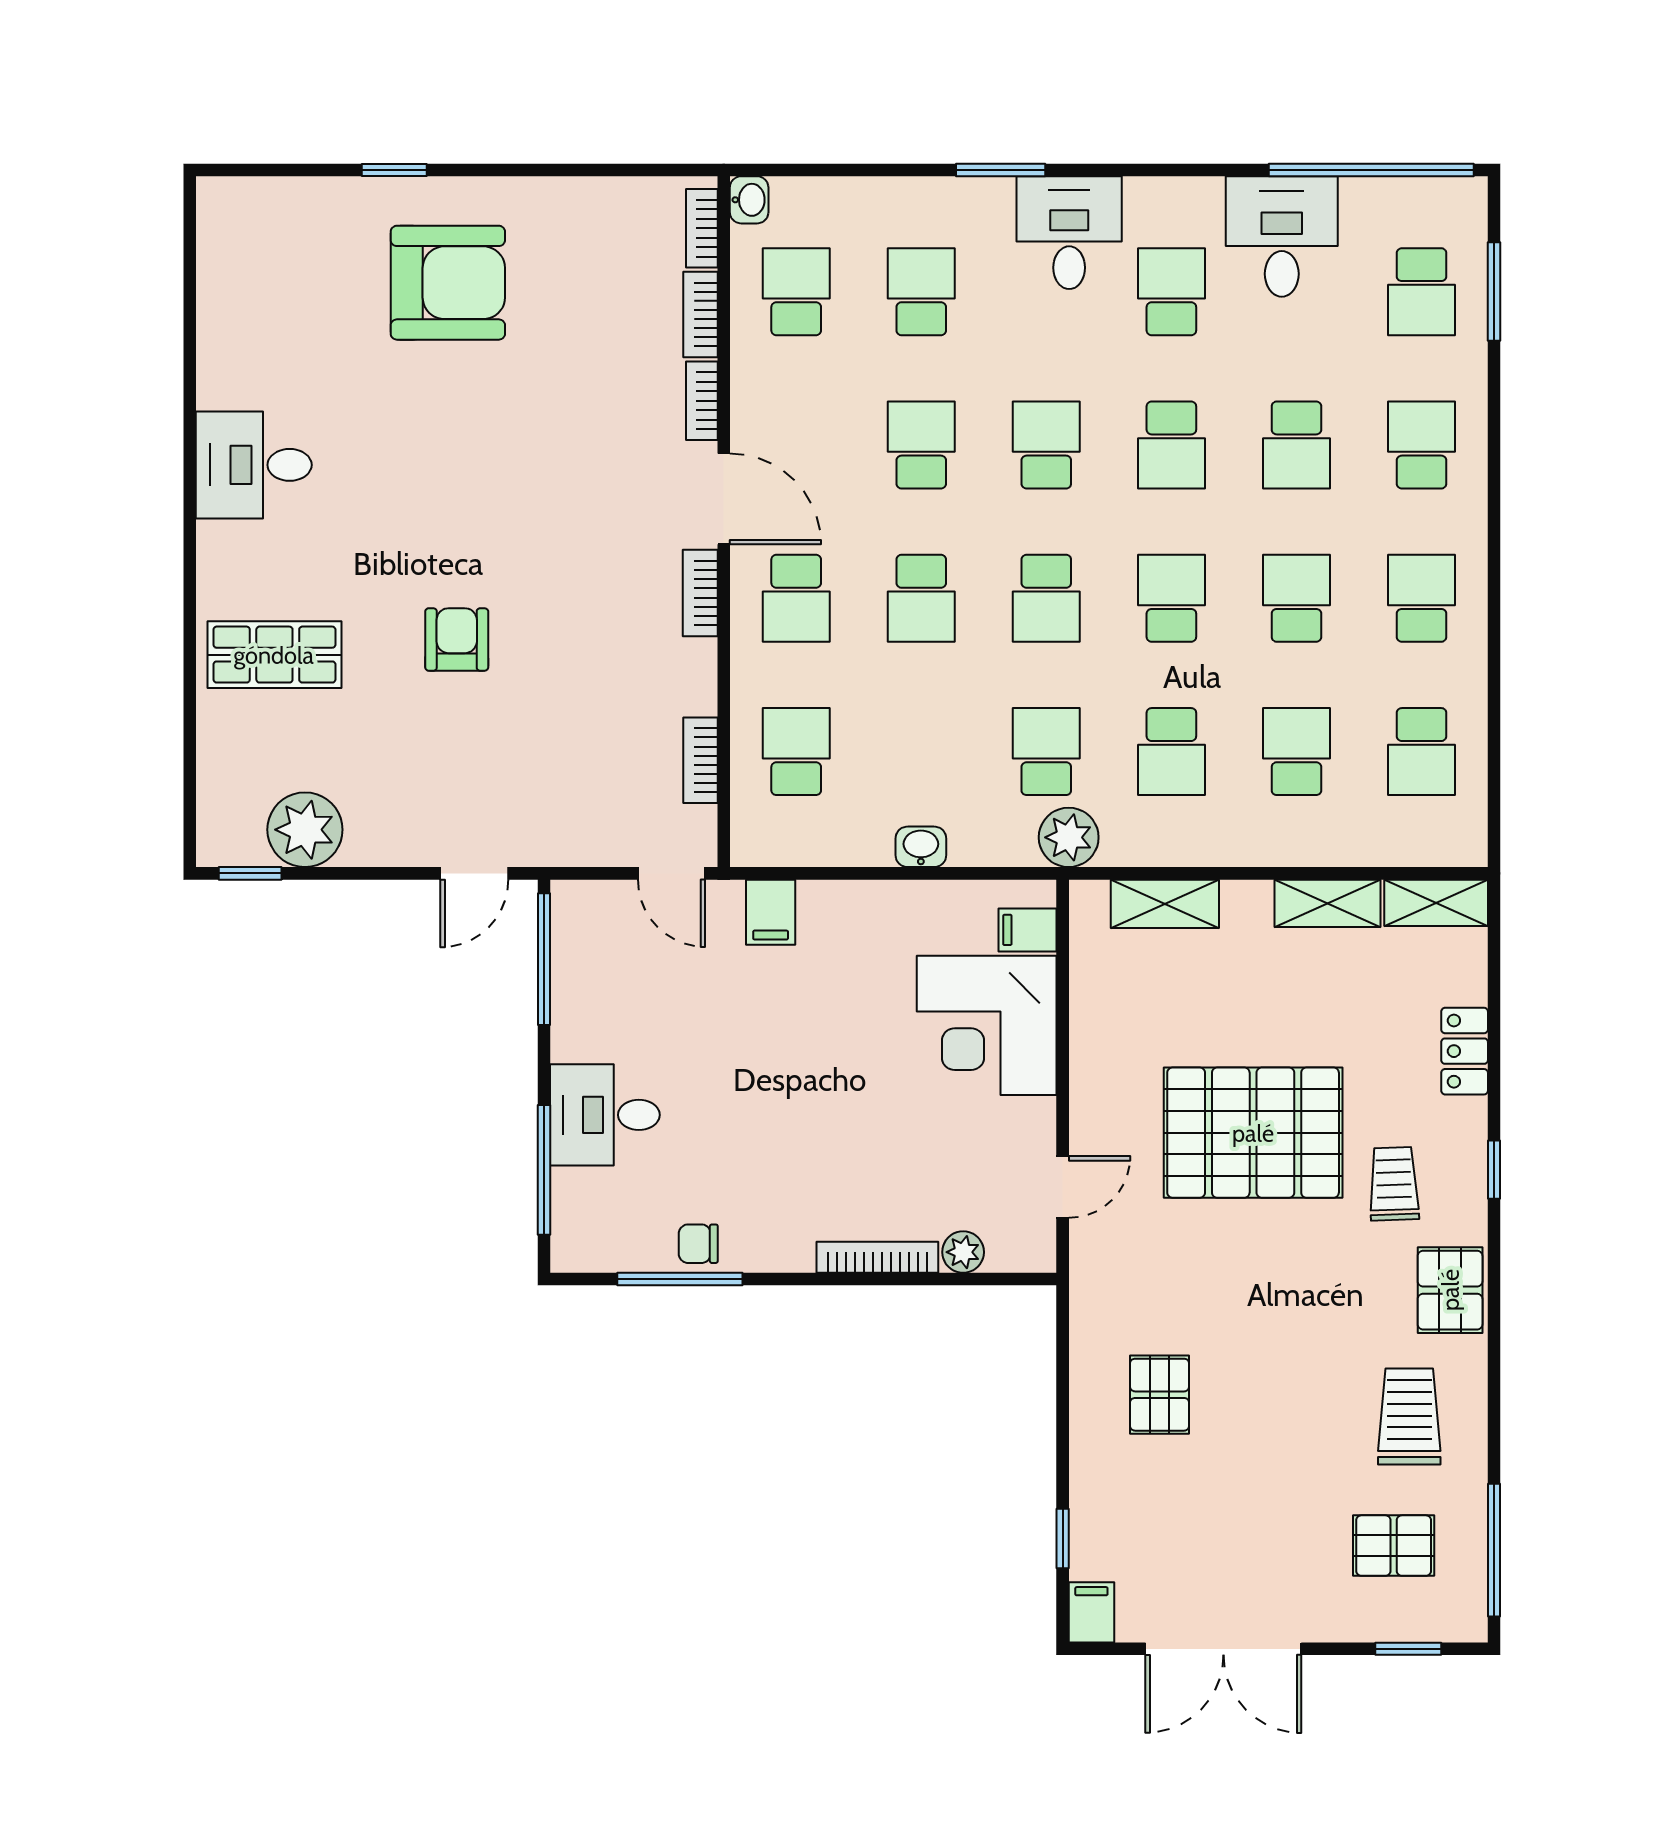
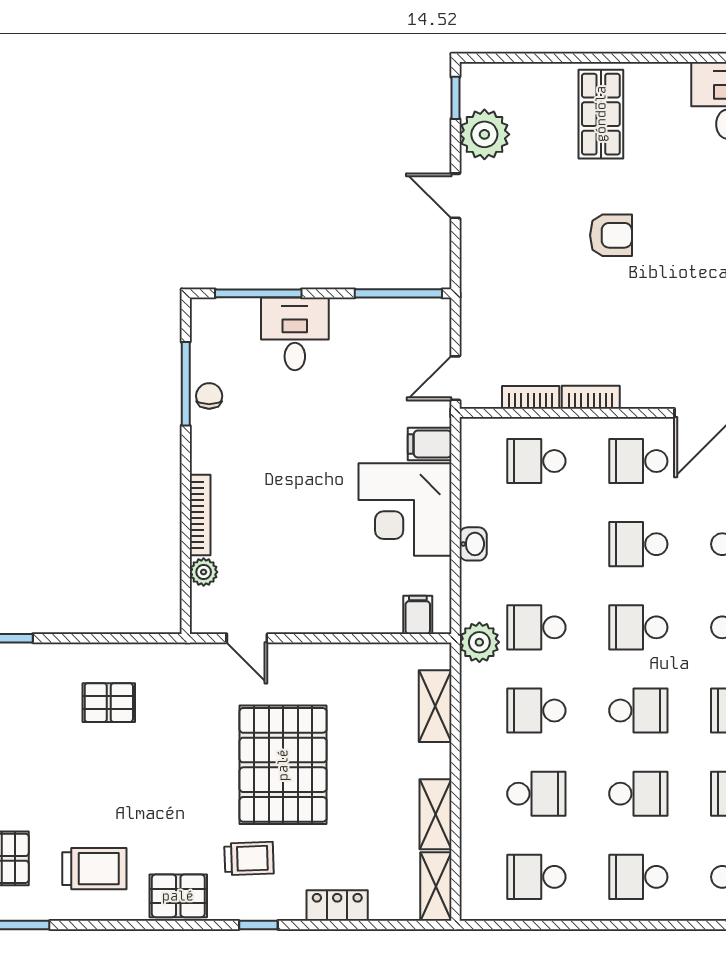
bookcase: (700, 593) -> (591, 397), moved
school desk: (1422, 598) -> (638, 877), turned 180
school desk: (796, 752) -> (536, 461), turned 180
school desk: (1046, 752) -> (536, 627), turned 180
door: (474, 873) -> (455, 196), moved
corner desk: (987, 1025) -> (405, 509), moved, turned -90

